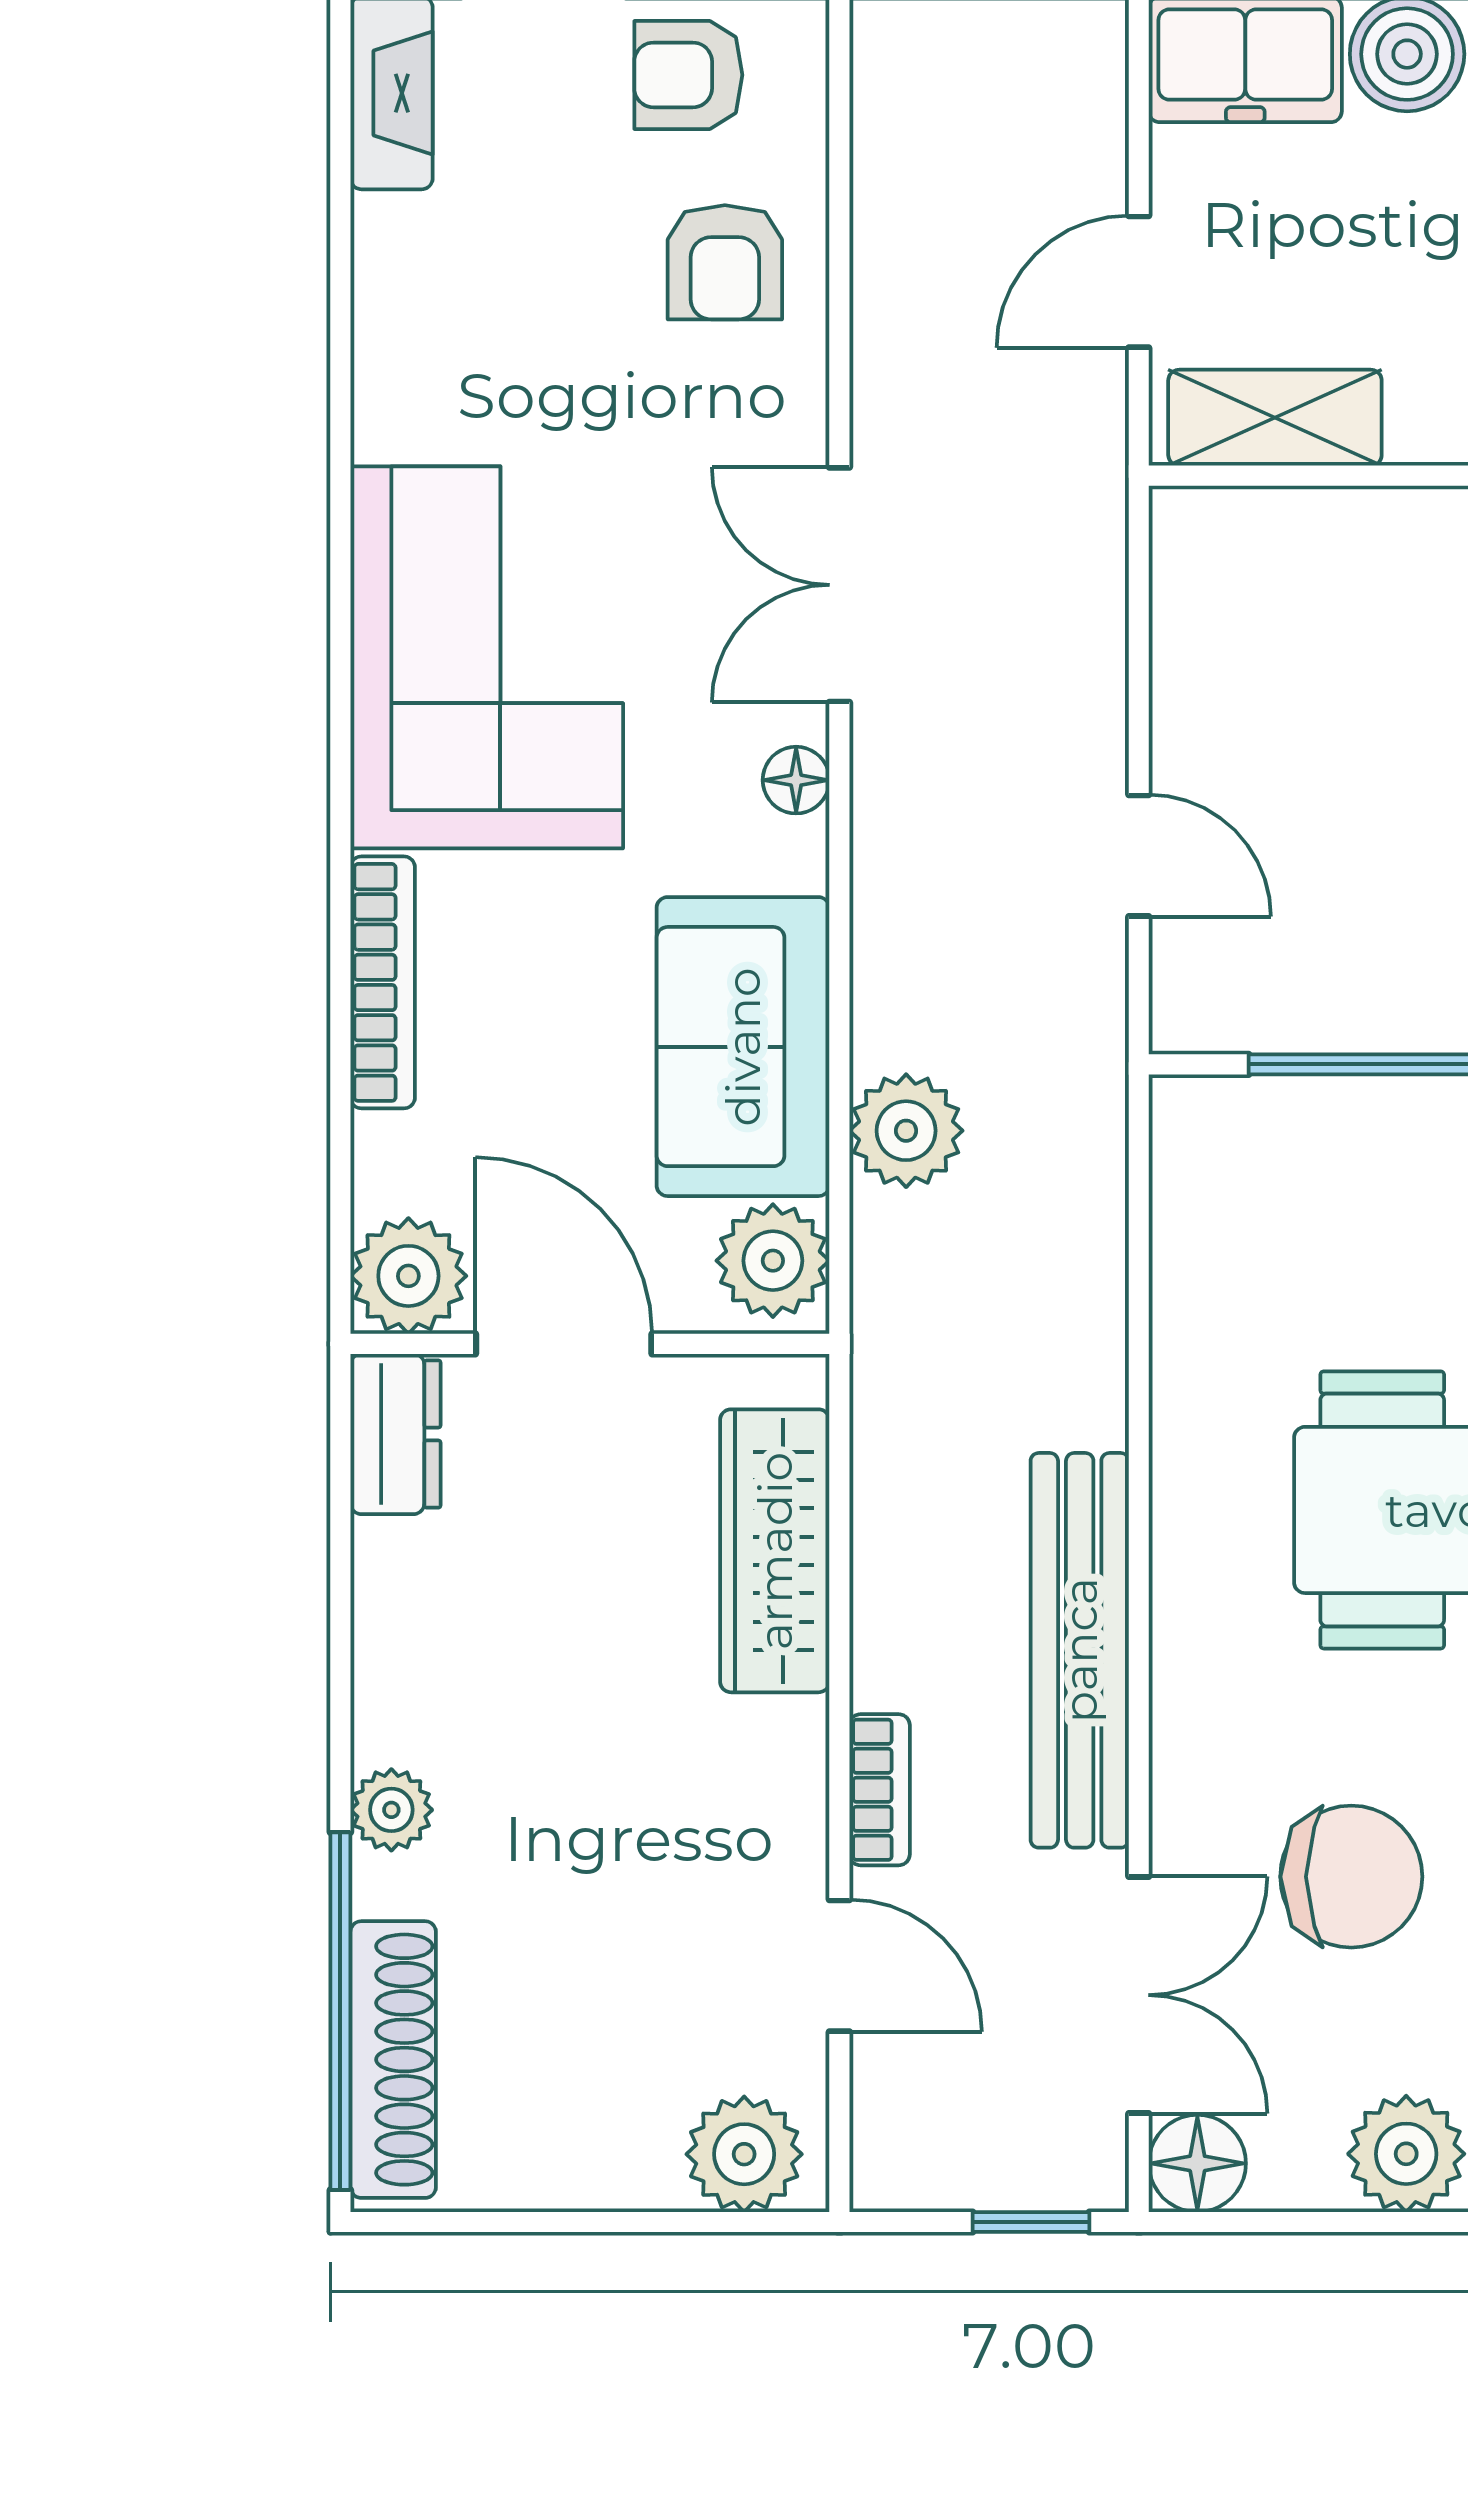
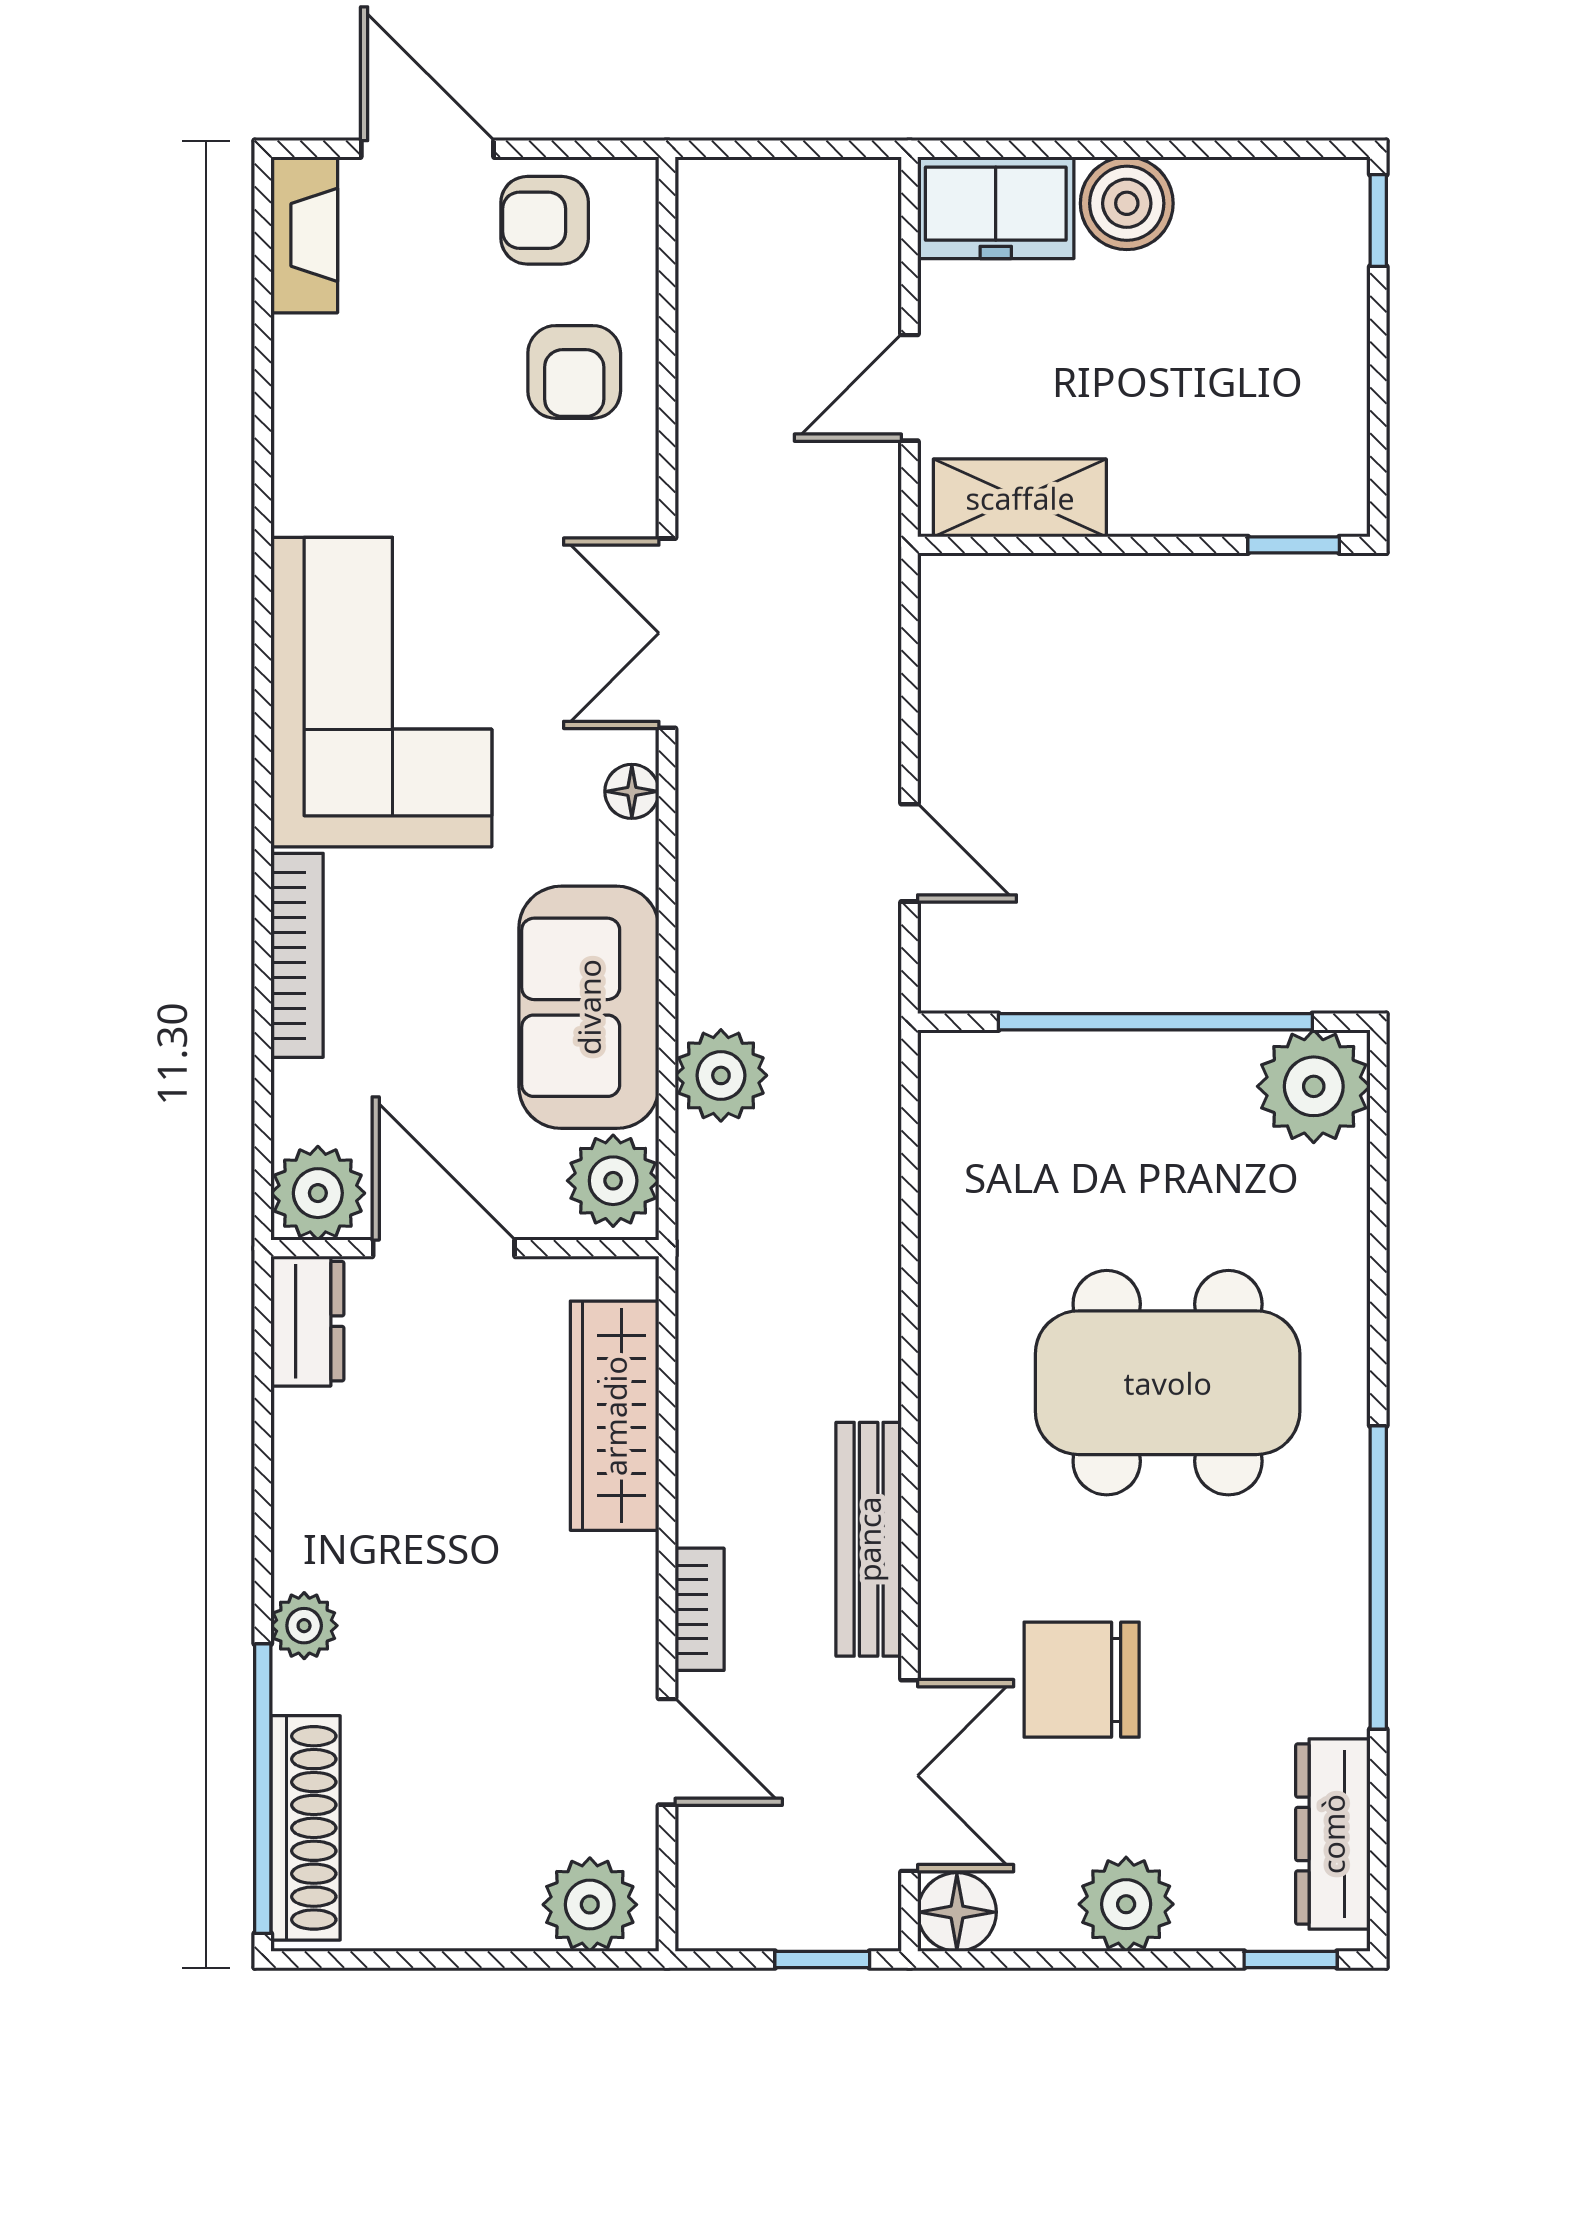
bench: (1080, 1650) -> (869, 1539), width x0.73, depth x0.82
chair: (1351, 1877) -> (1082, 1680), turned 180

